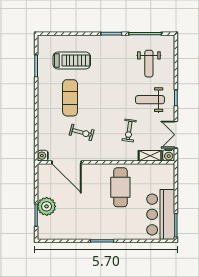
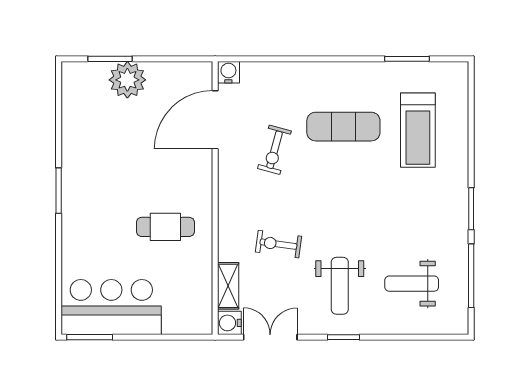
weight bench: (150, 100) -> (340, 286), turned 180
cafe table: (120, 187) -> (165, 227), width x0.73, depth x0.74

